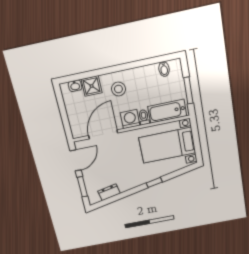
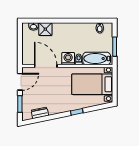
stool: (118, 89) -> (64, 35), removed
door: (103, 134) -> (46, 66), hinge flipped

